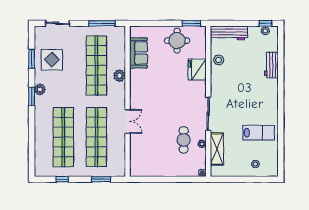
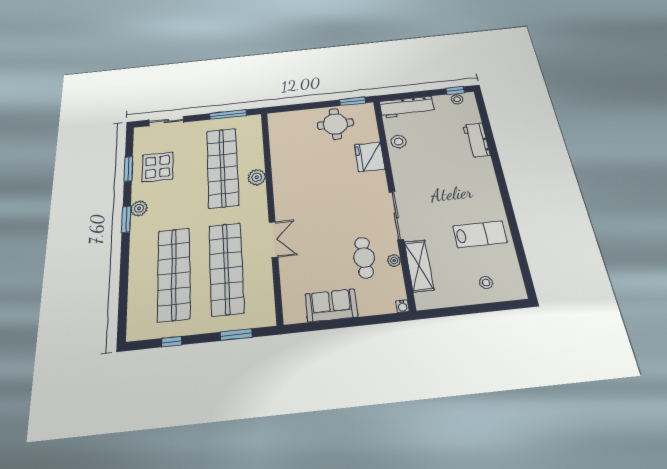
sofa: (139, 53) -> (331, 305), moved, turned -90

